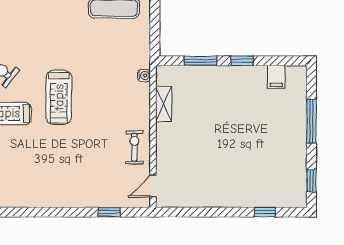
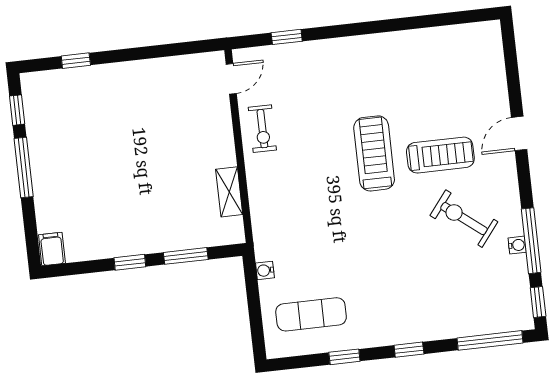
water cooler: (144, 75) -> (265, 270), moved
filing cabinet: (276, 77) -> (52, 249), moved
treadmill: (59, 97) -> (374, 153), moved
window: (311, 121) -> (24, 167), moved

